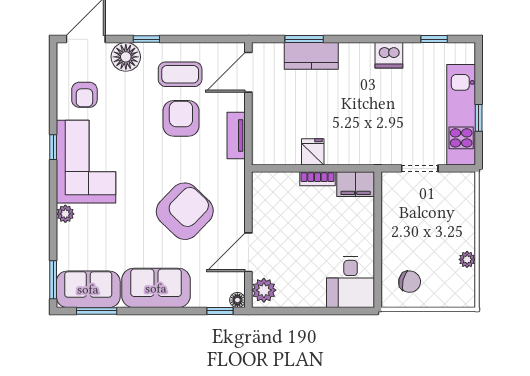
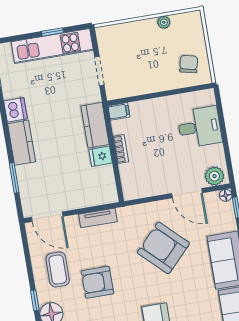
kitchen counter: (311, 56) -> (22, 143), moved
armchair: (181, 118) -> (98, 282), moved
kitchen counter: (353, 151) -> (95, 125), added
filing cabinet: (356, 184) -> (119, 111), width x0.50
desk: (351, 282) -> (200, 127), moved

